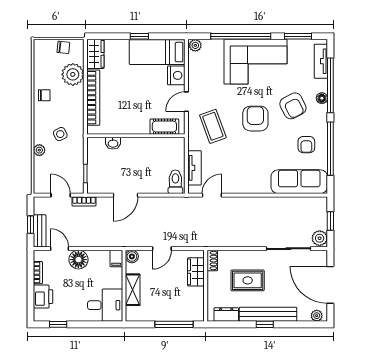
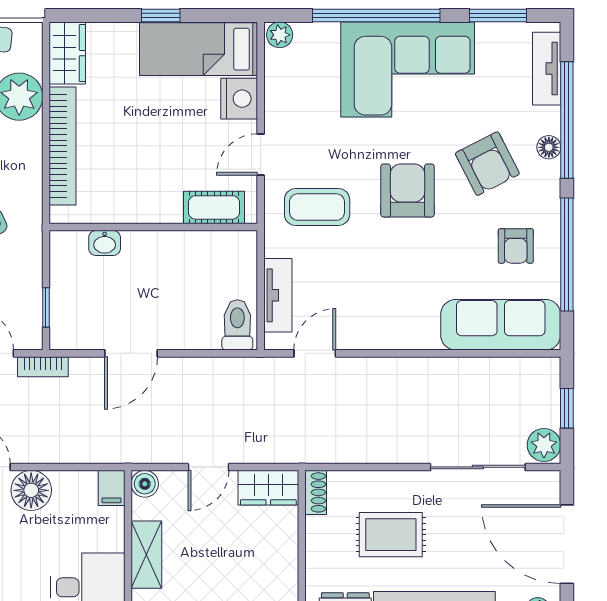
coffee table: (213, 126) -> (317, 207), turned -70
wardrobe: (196, 272) -> (268, 488), moved, turned -90

